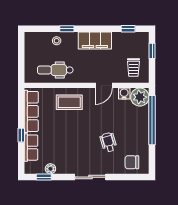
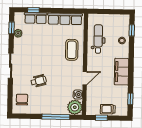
window: (67, 29) -> (132, 30), moved
window: (152, 51) -> (101, 118), moved
trolley: (133, 67) -> (108, 109), moved
door: (104, 85) -> (85, 78), swing flipped
window: (152, 120) -> (56, 117), width x0.68
window: (21, 135) -> (33, 10), moved

